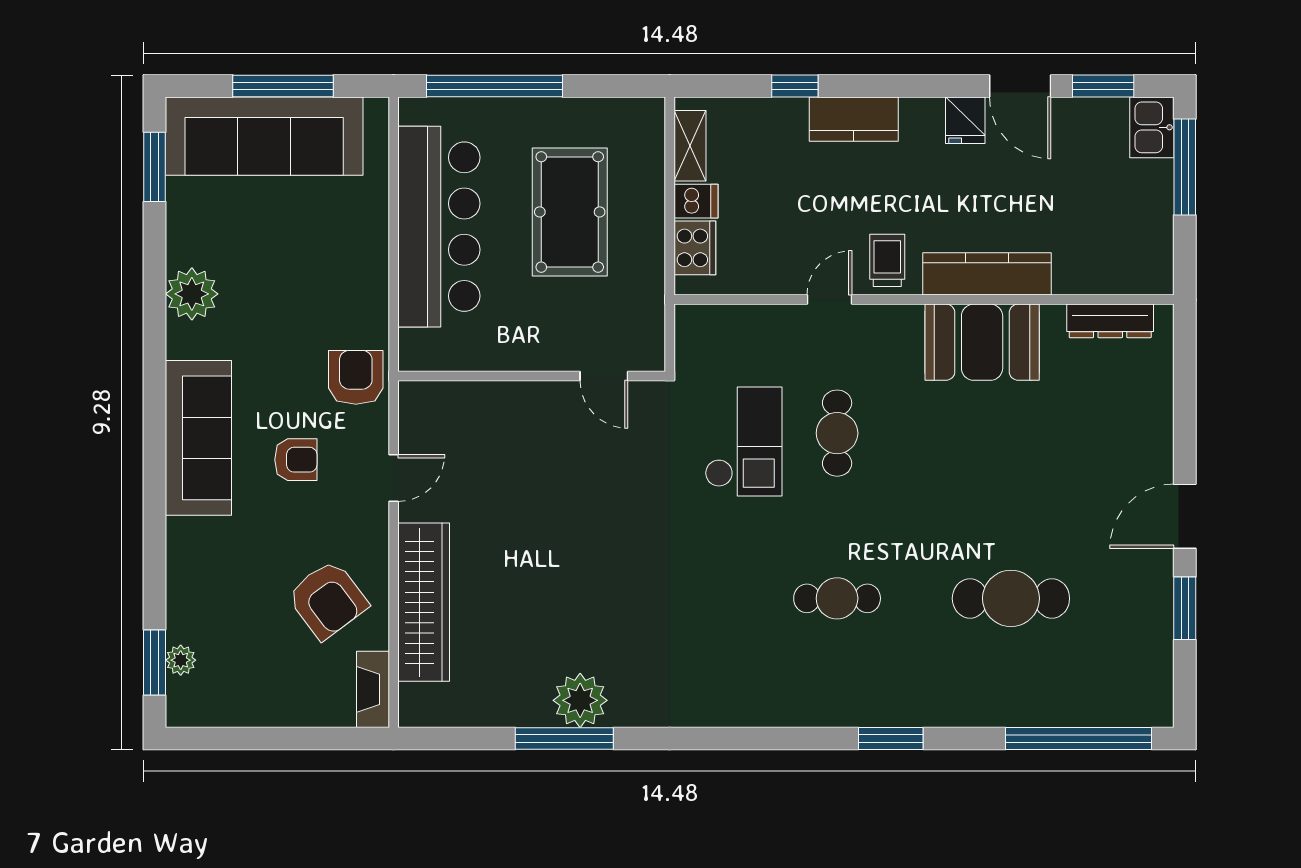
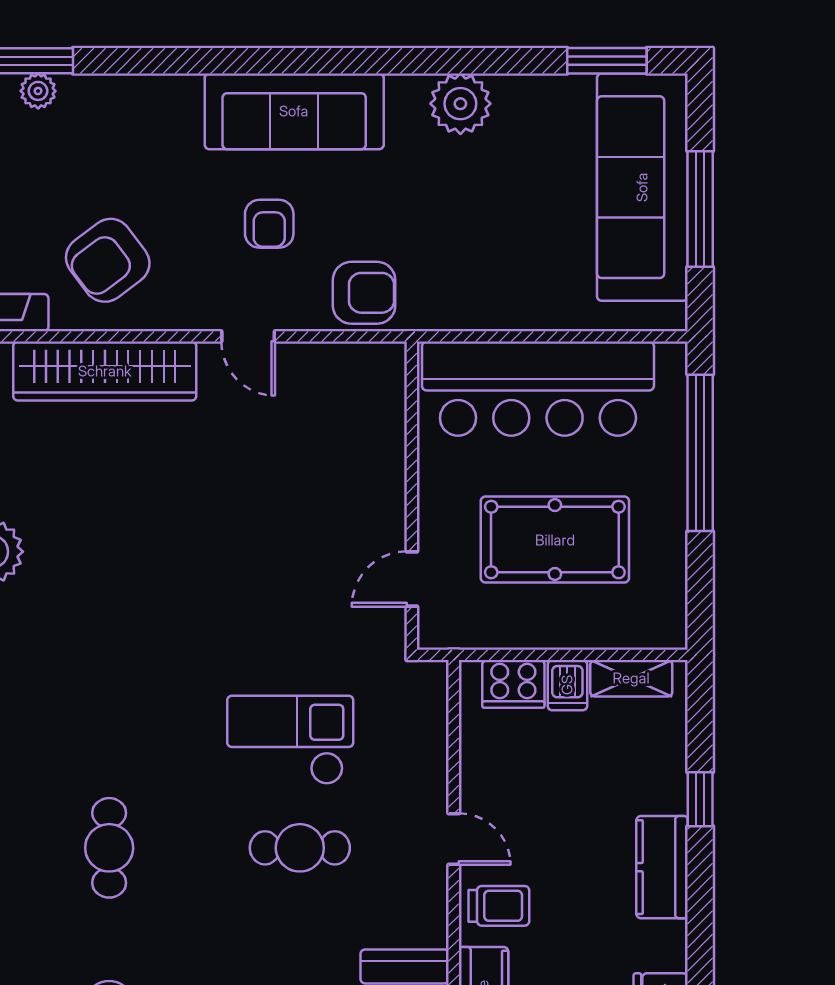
wall: (532, 376) -> (412, 496), moved
door: (604, 376) -> (412, 579), moved
checkout: (743, 441) -> (290, 740), turned 180

